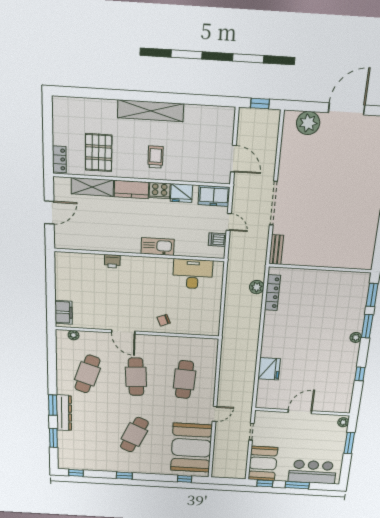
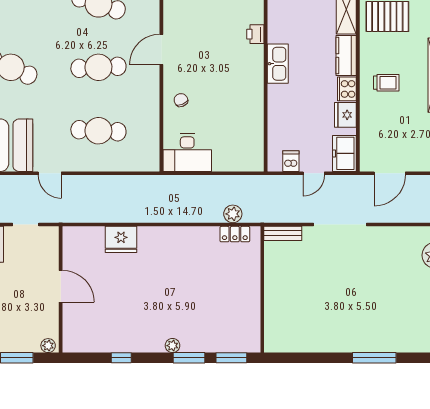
kitchen sink: (158, 246) -> (278, 64), moved
desk: (193, 274) -> (187, 153), moved, turned 90
locker: (272, 293) -> (235, 234), width x0.66

